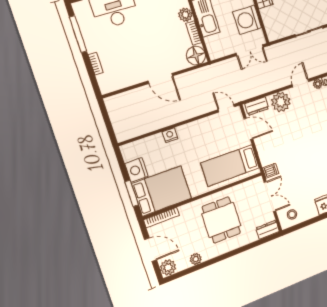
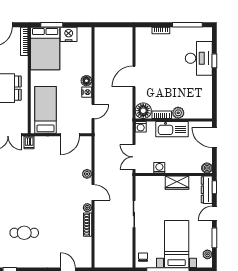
washing machine: (247, 20) -> (159, 168), width x0.53, depth x0.53
washing machine: (215, 53) -> (141, 127), added
plant: (281, 102) -> (87, 174), width x0.53, depth x0.53
dresser: (257, 106) -> (86, 148), removed
door: (226, 108) -> (93, 112), moved
floor lamp: (183, 131) -> (86, 81), added
nightstand: (170, 135) -> (87, 92), moved

